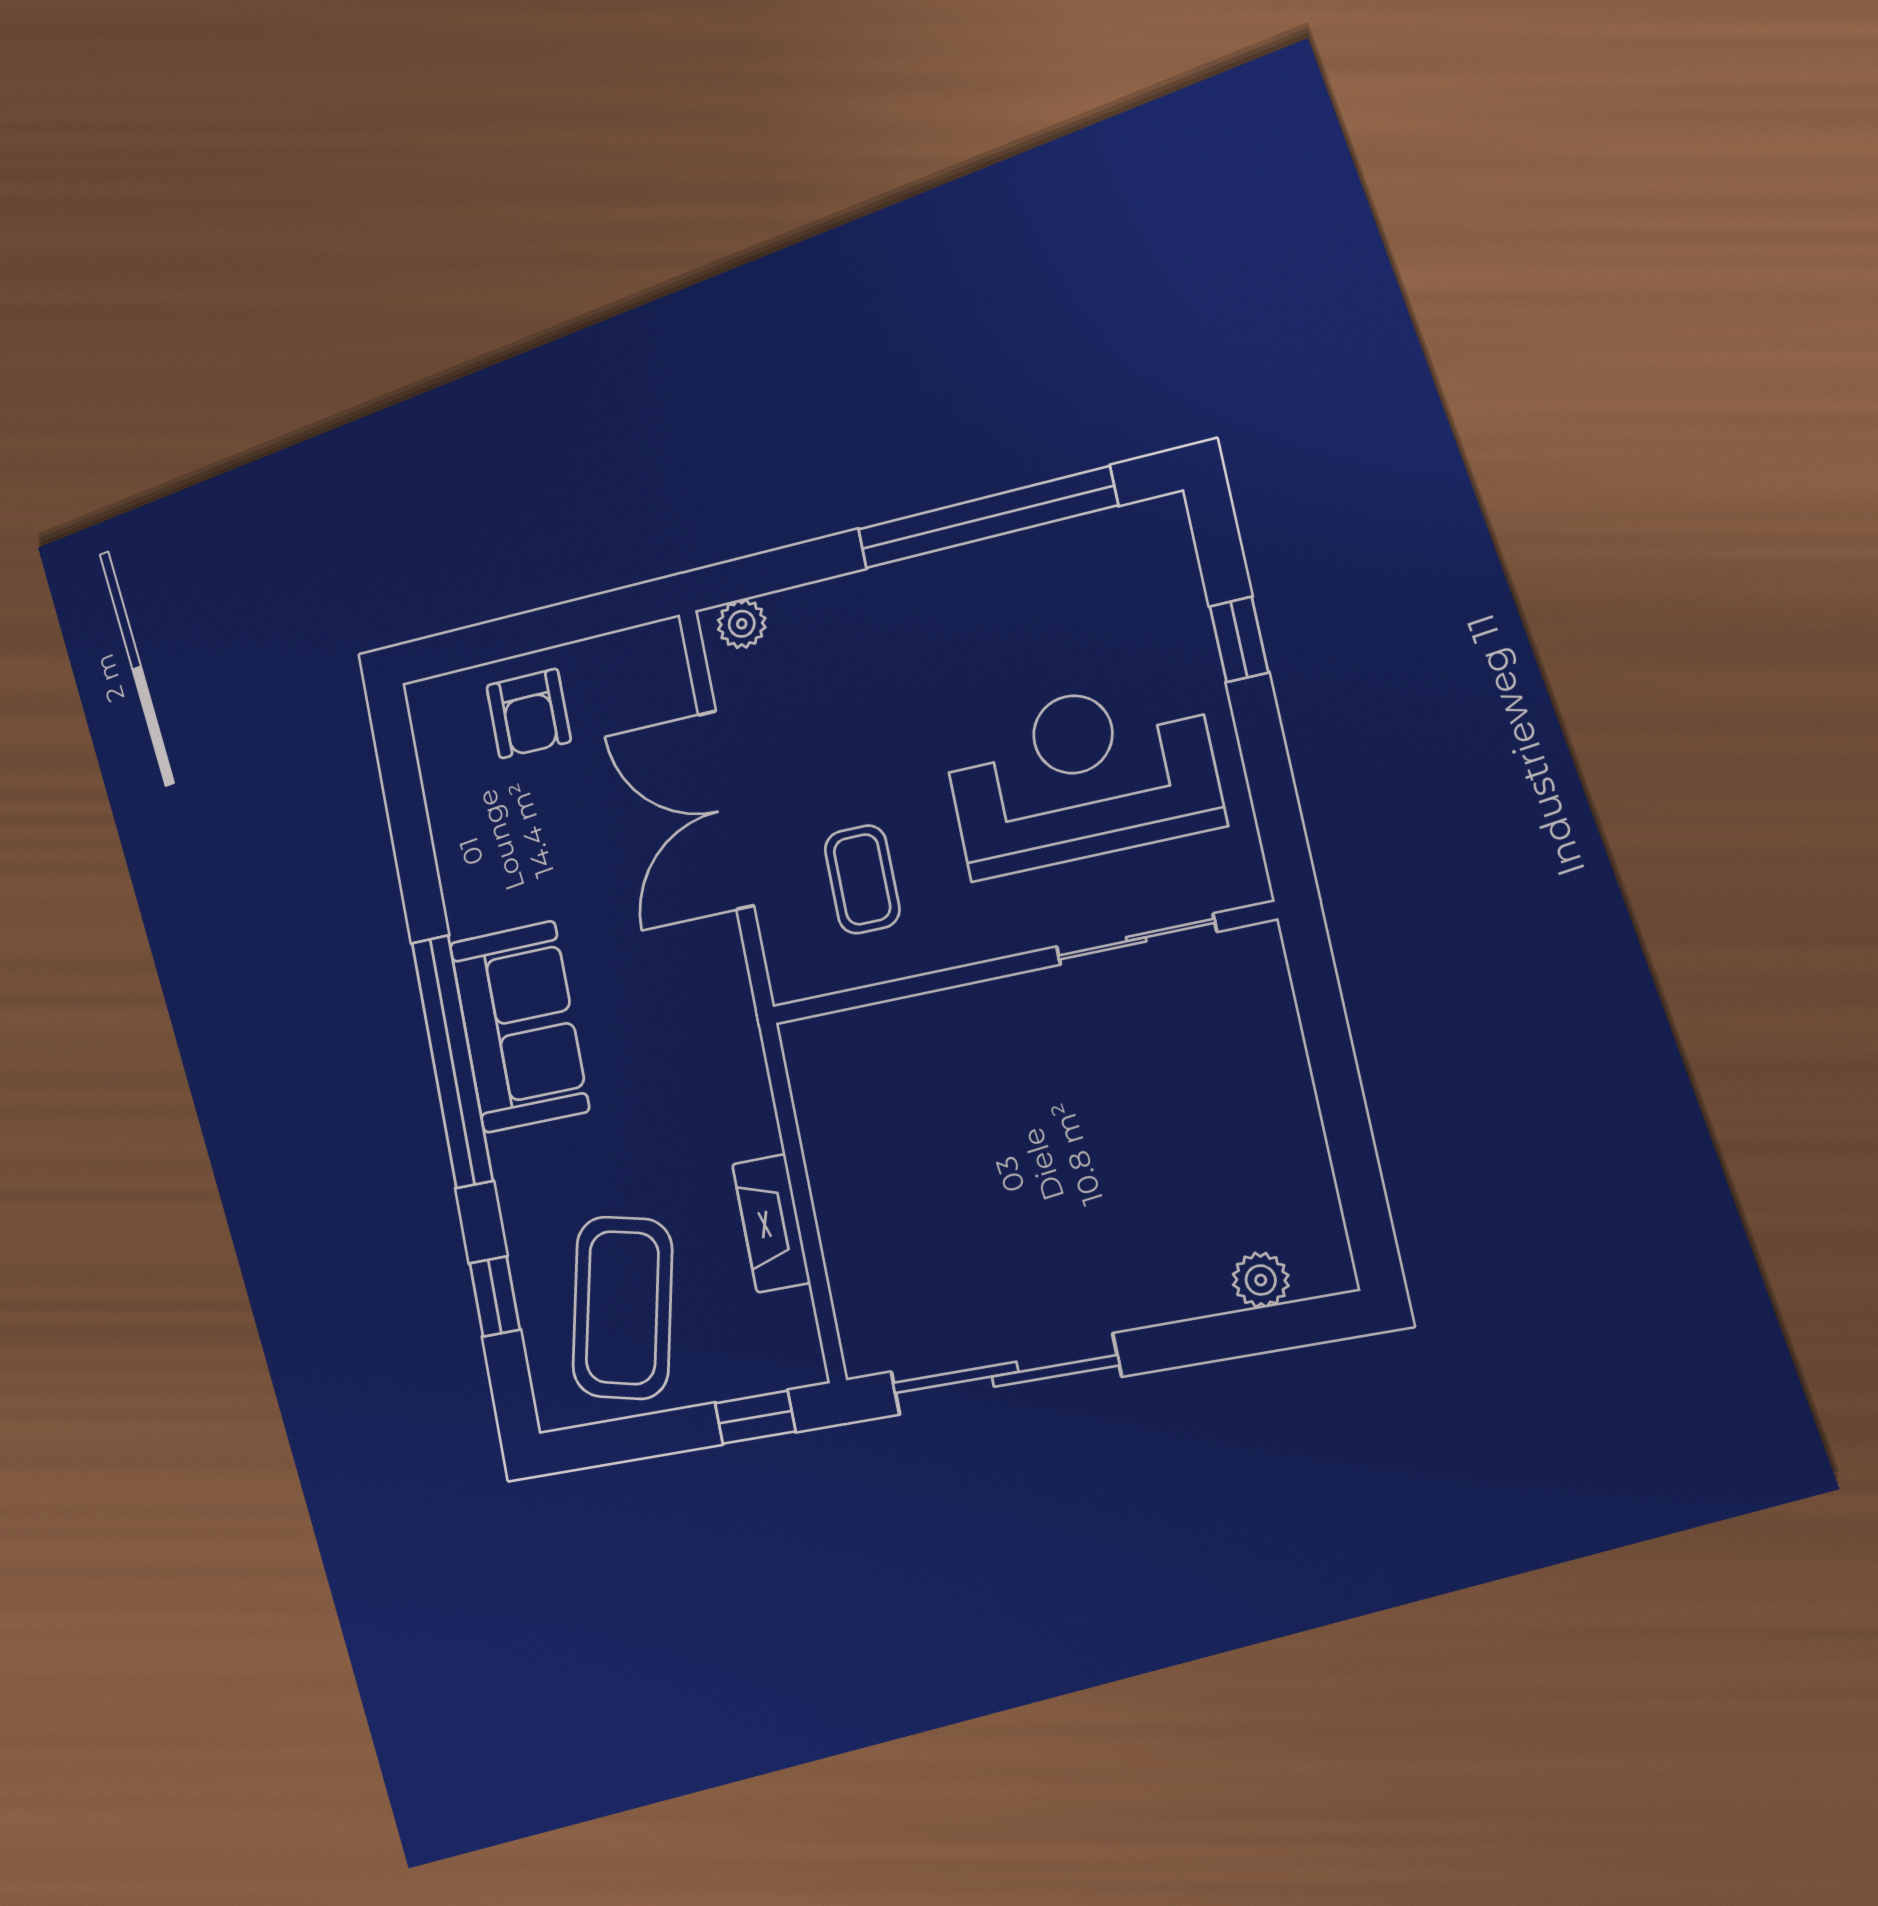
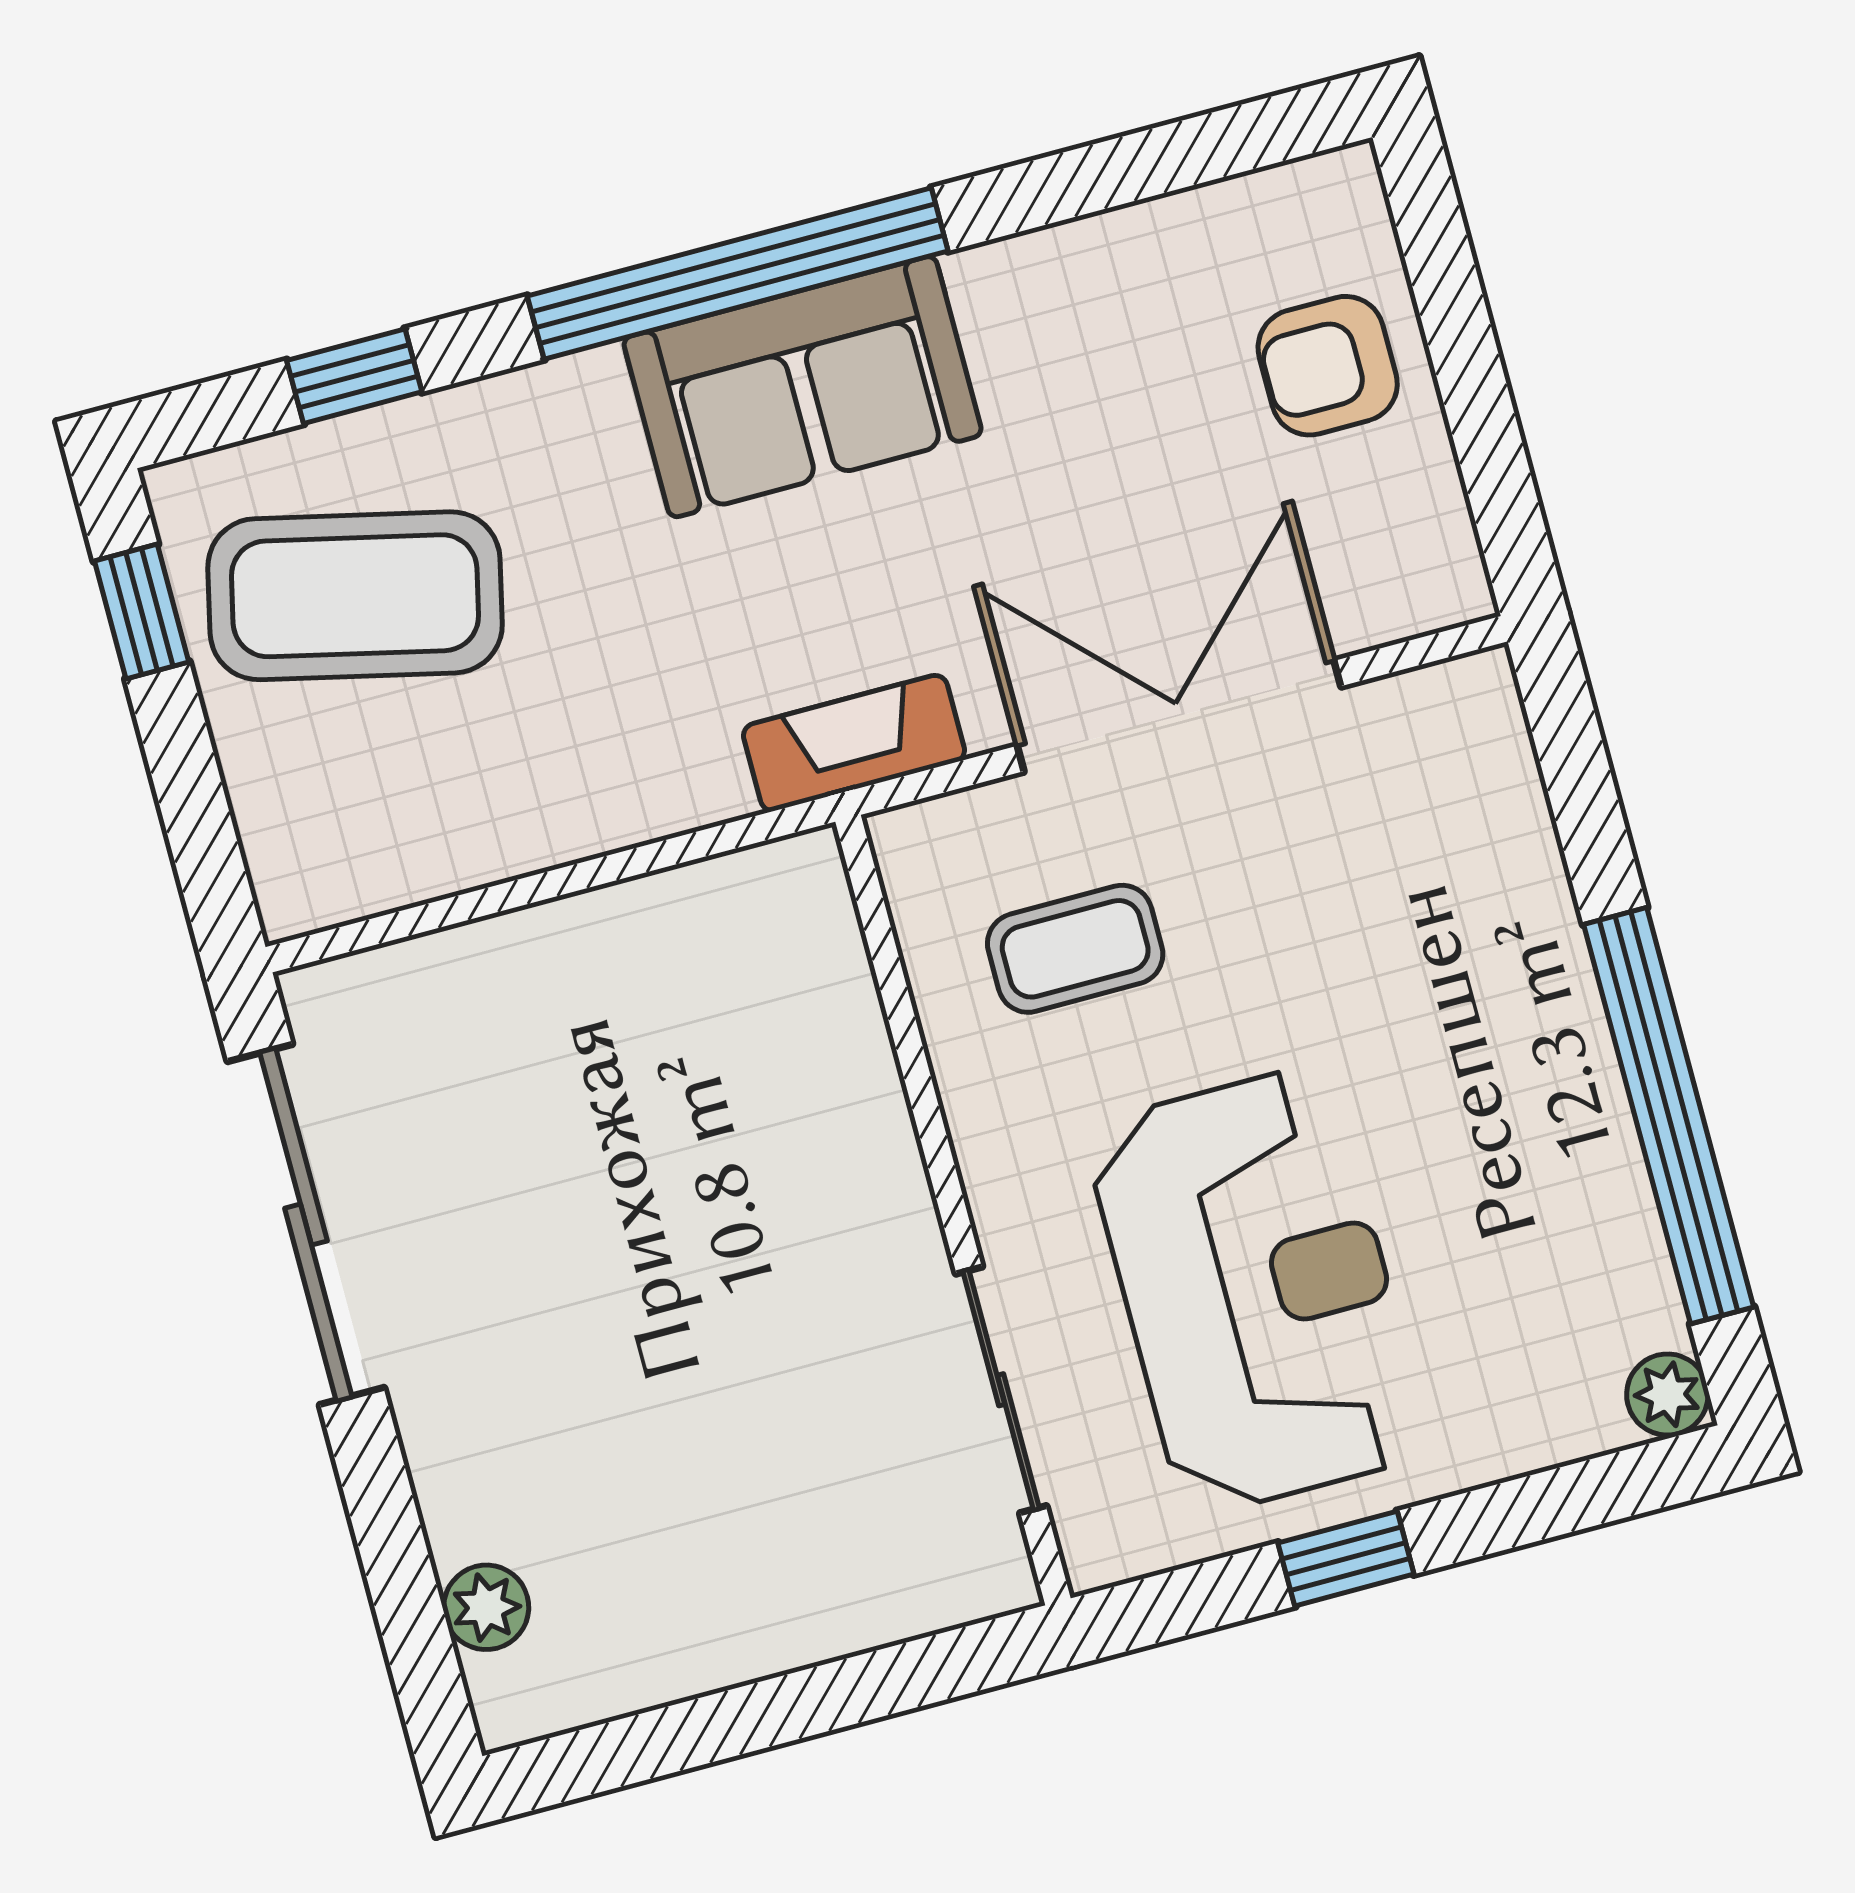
plant: (742, 624) -> (1667, 1395), moved
window: (1239, 639) -> (1346, 1559), moved
fireplace: (771, 1223) -> (854, 743), moved
window: (755, 1417) -> (142, 611), moved

